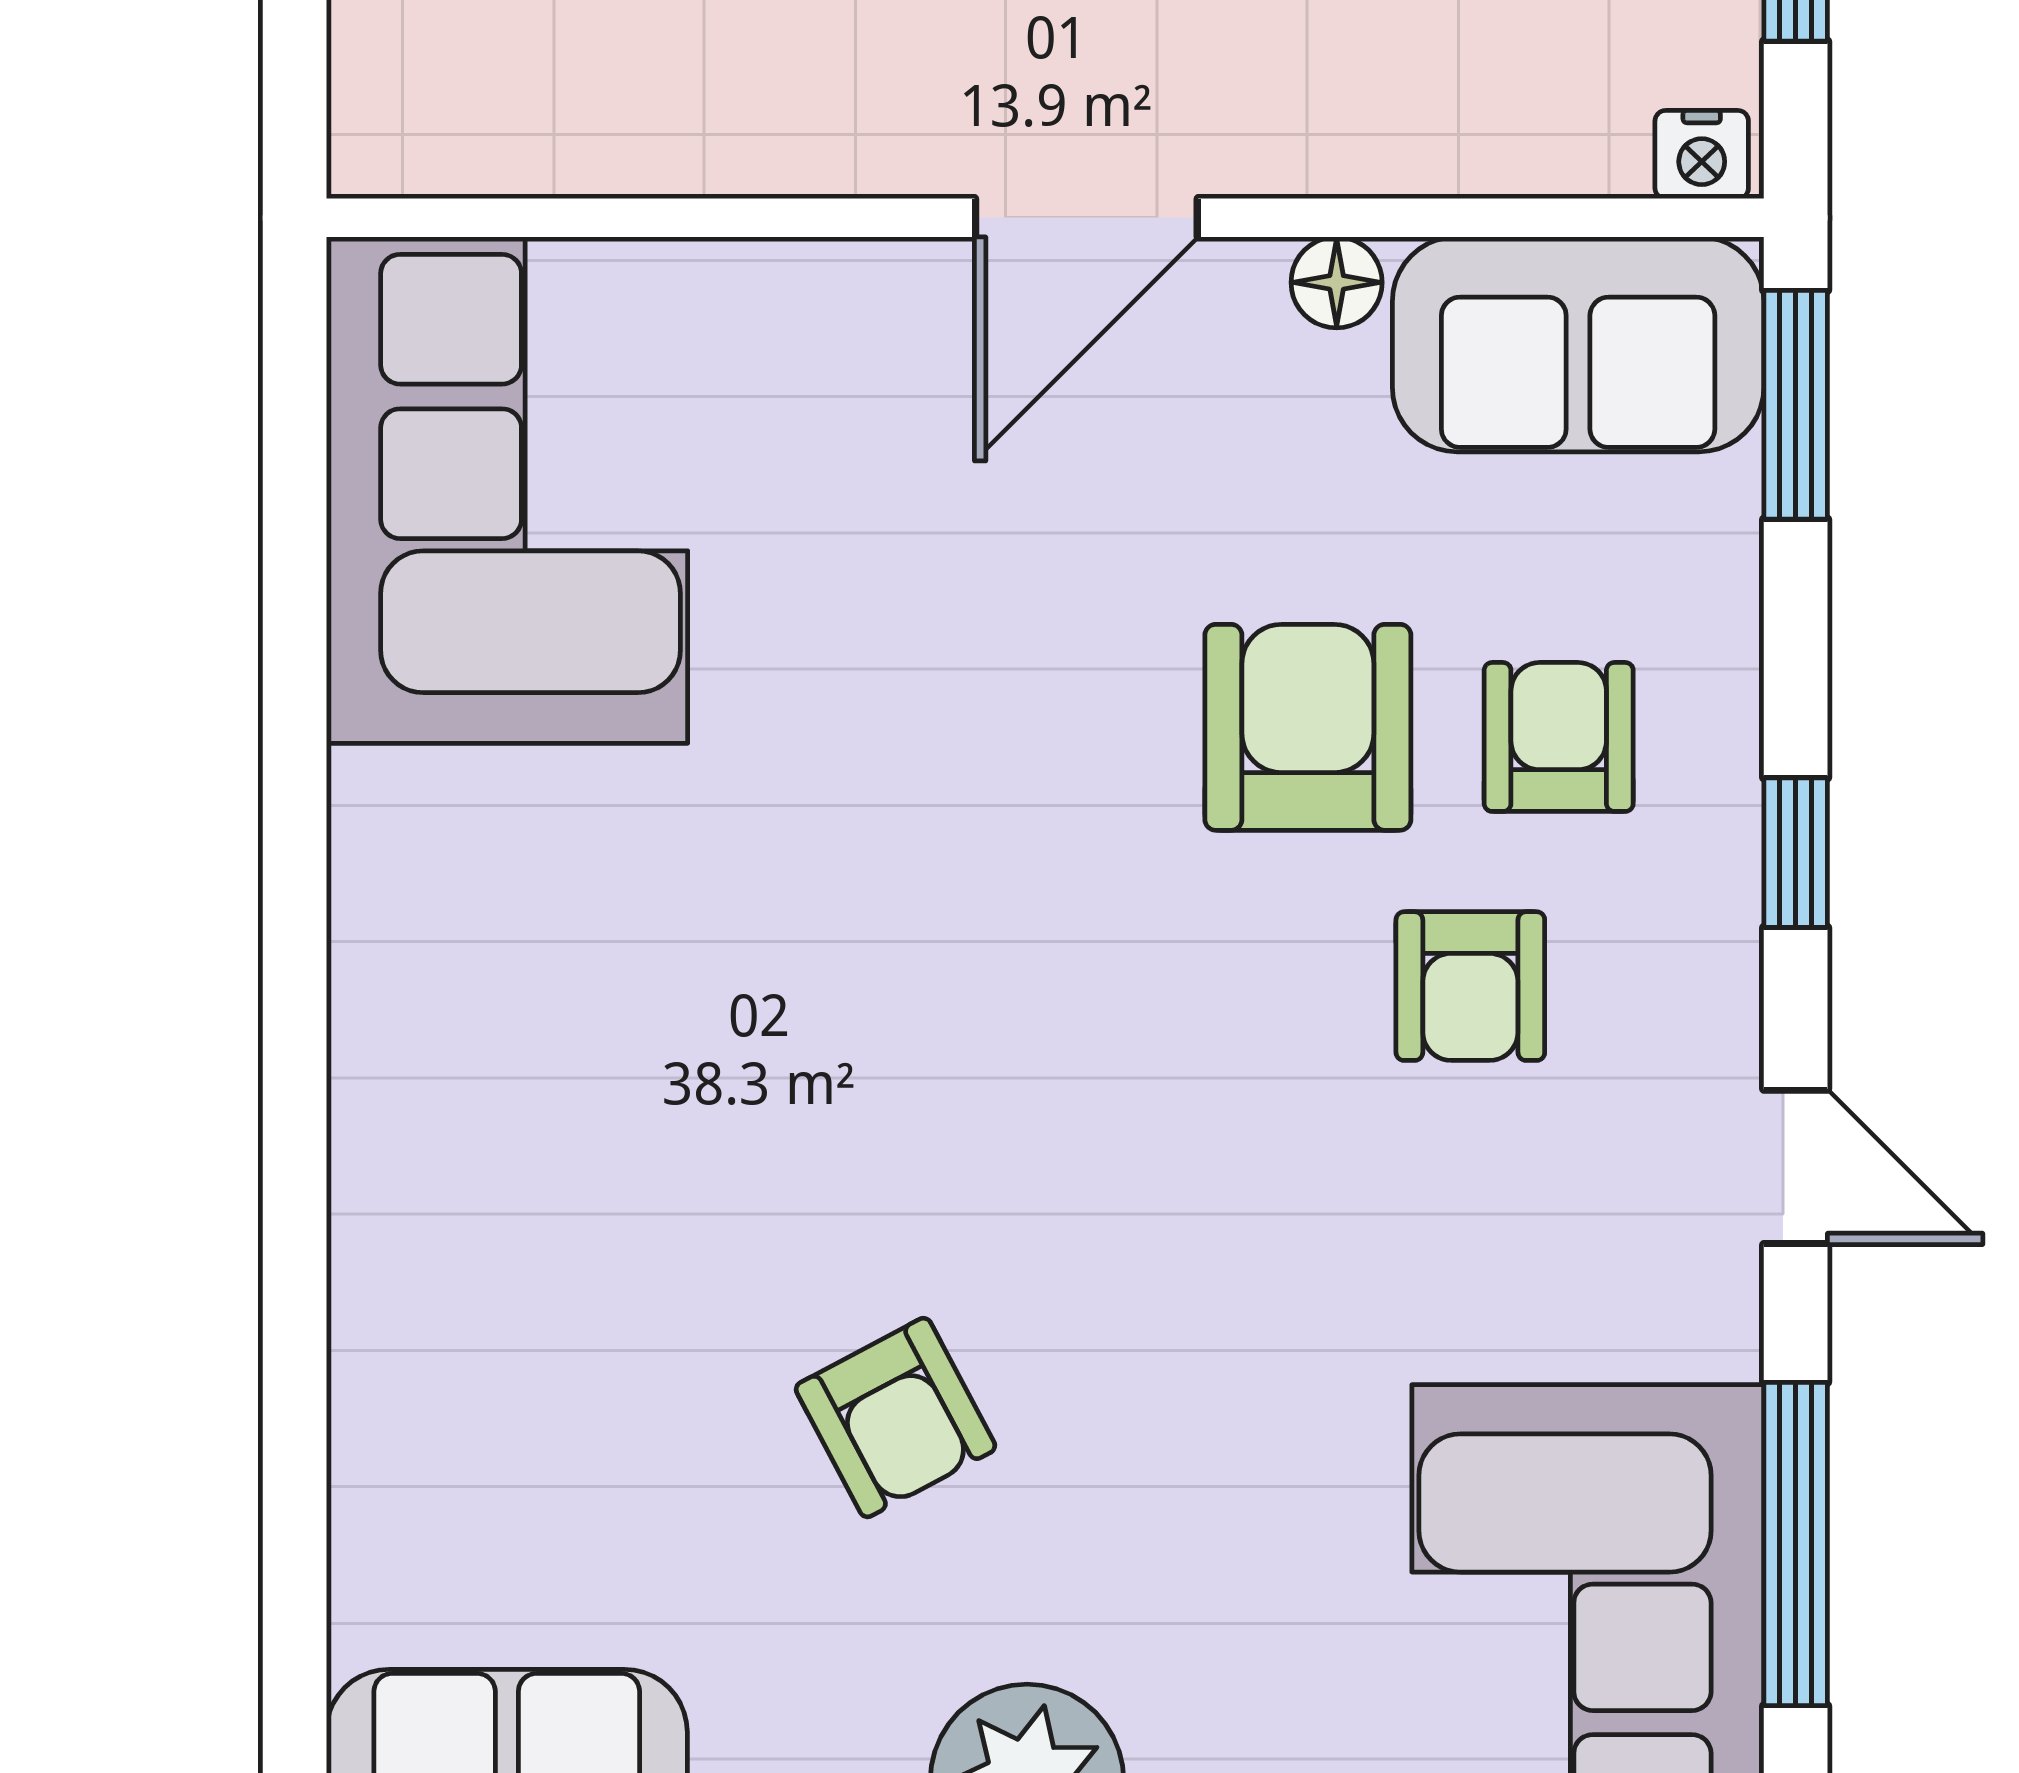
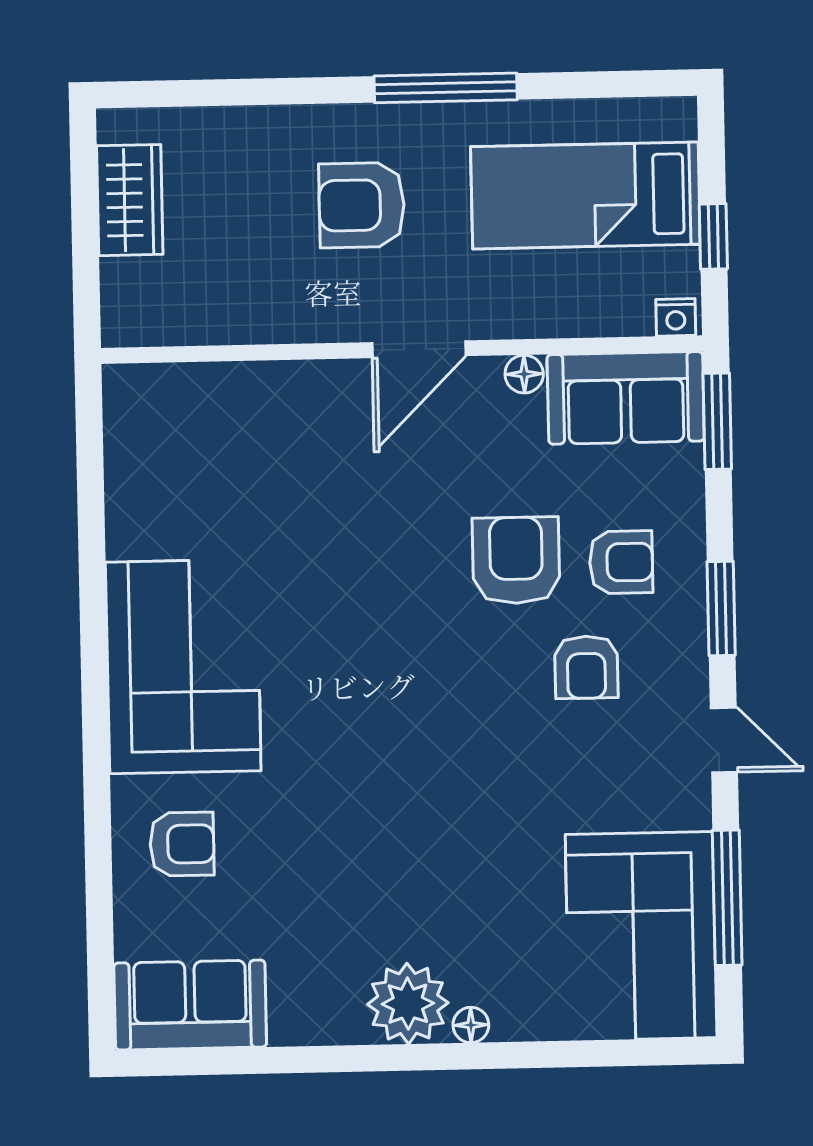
corner sofa: (507, 490) -> (183, 666), moved
armchair: (1559, 737) -> (621, 562), turned 90
window: (1796, 853) -> (721, 609), width x1.50
armchair: (895, 1418) -> (182, 844), moved, turned -62

